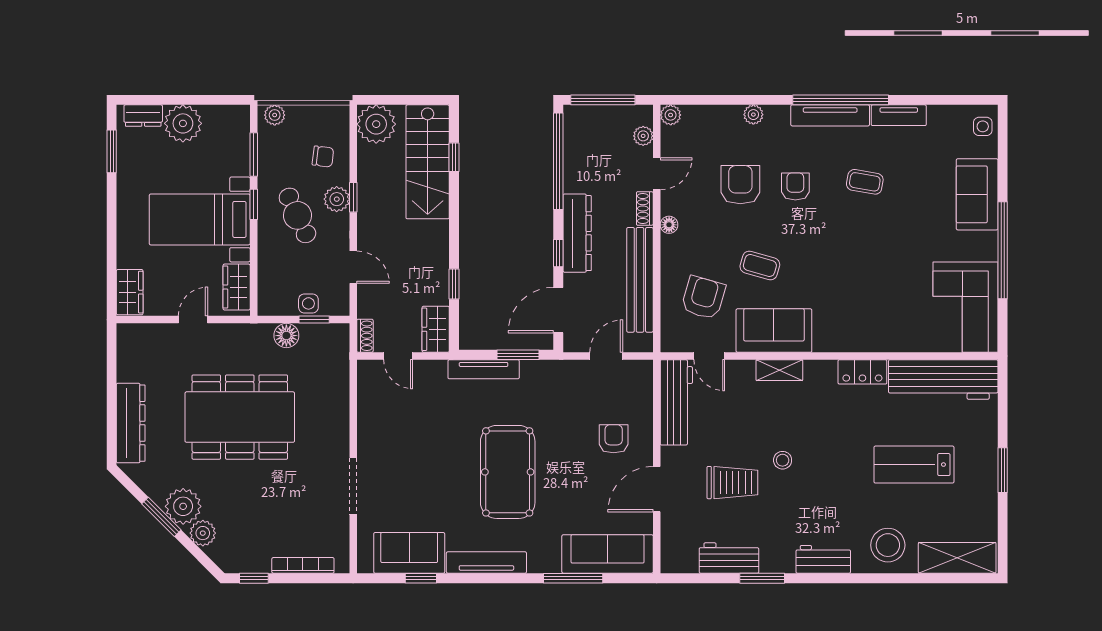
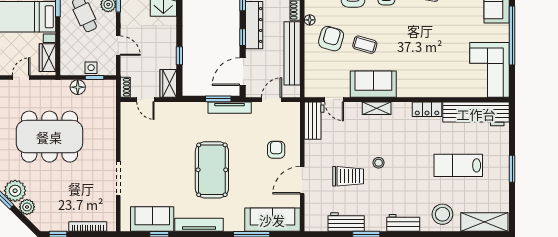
armchair: (703, 298) -> (331, 39), moved
tv unit: (484, 369) -> (230, 108), moved
workbench: (676, 402) -> (314, 121), width x0.73

